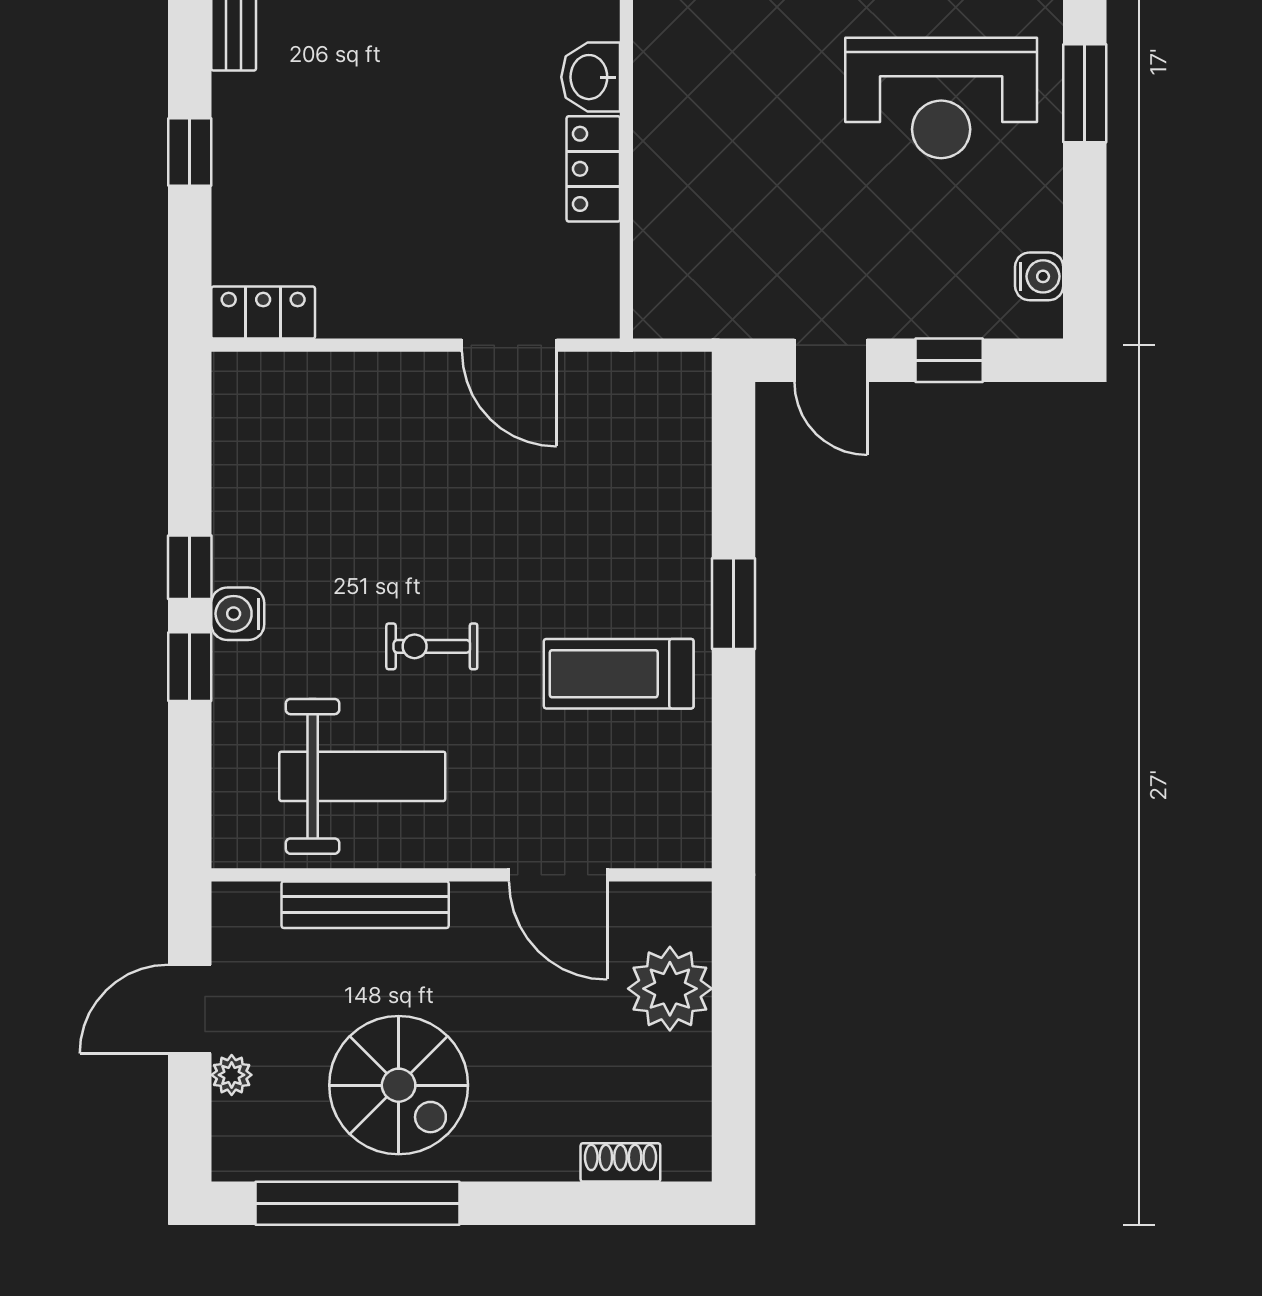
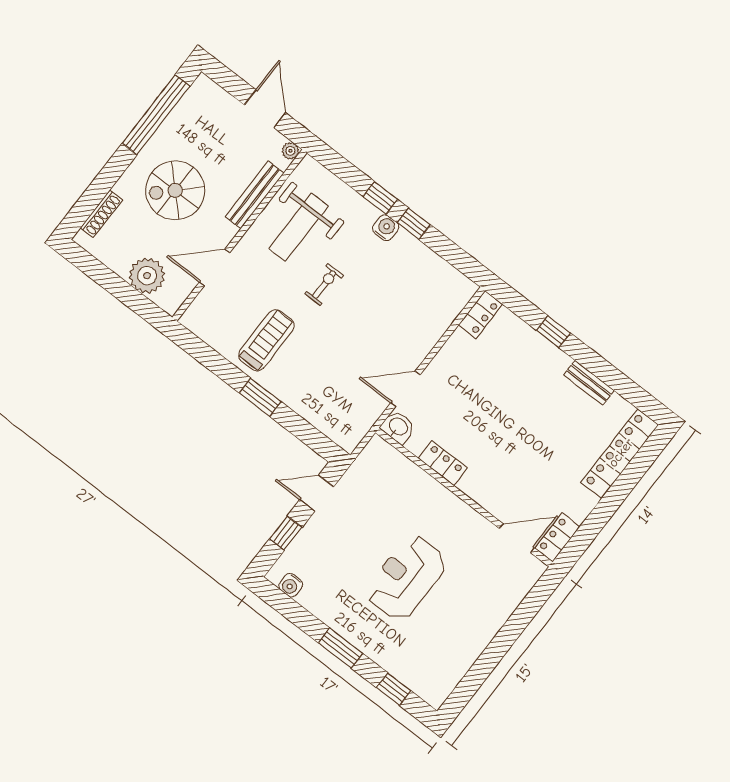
washbasin: (591, 77) -> (398, 427), moved
reception desk: (941, 98) -> (406, 578), moved
plant: (232, 1075) -> (290, 151), moved
spiral stairs: (399, 1085) -> (175, 190), moved
shoe rack: (620, 1162) -> (101, 214), width x1.43

